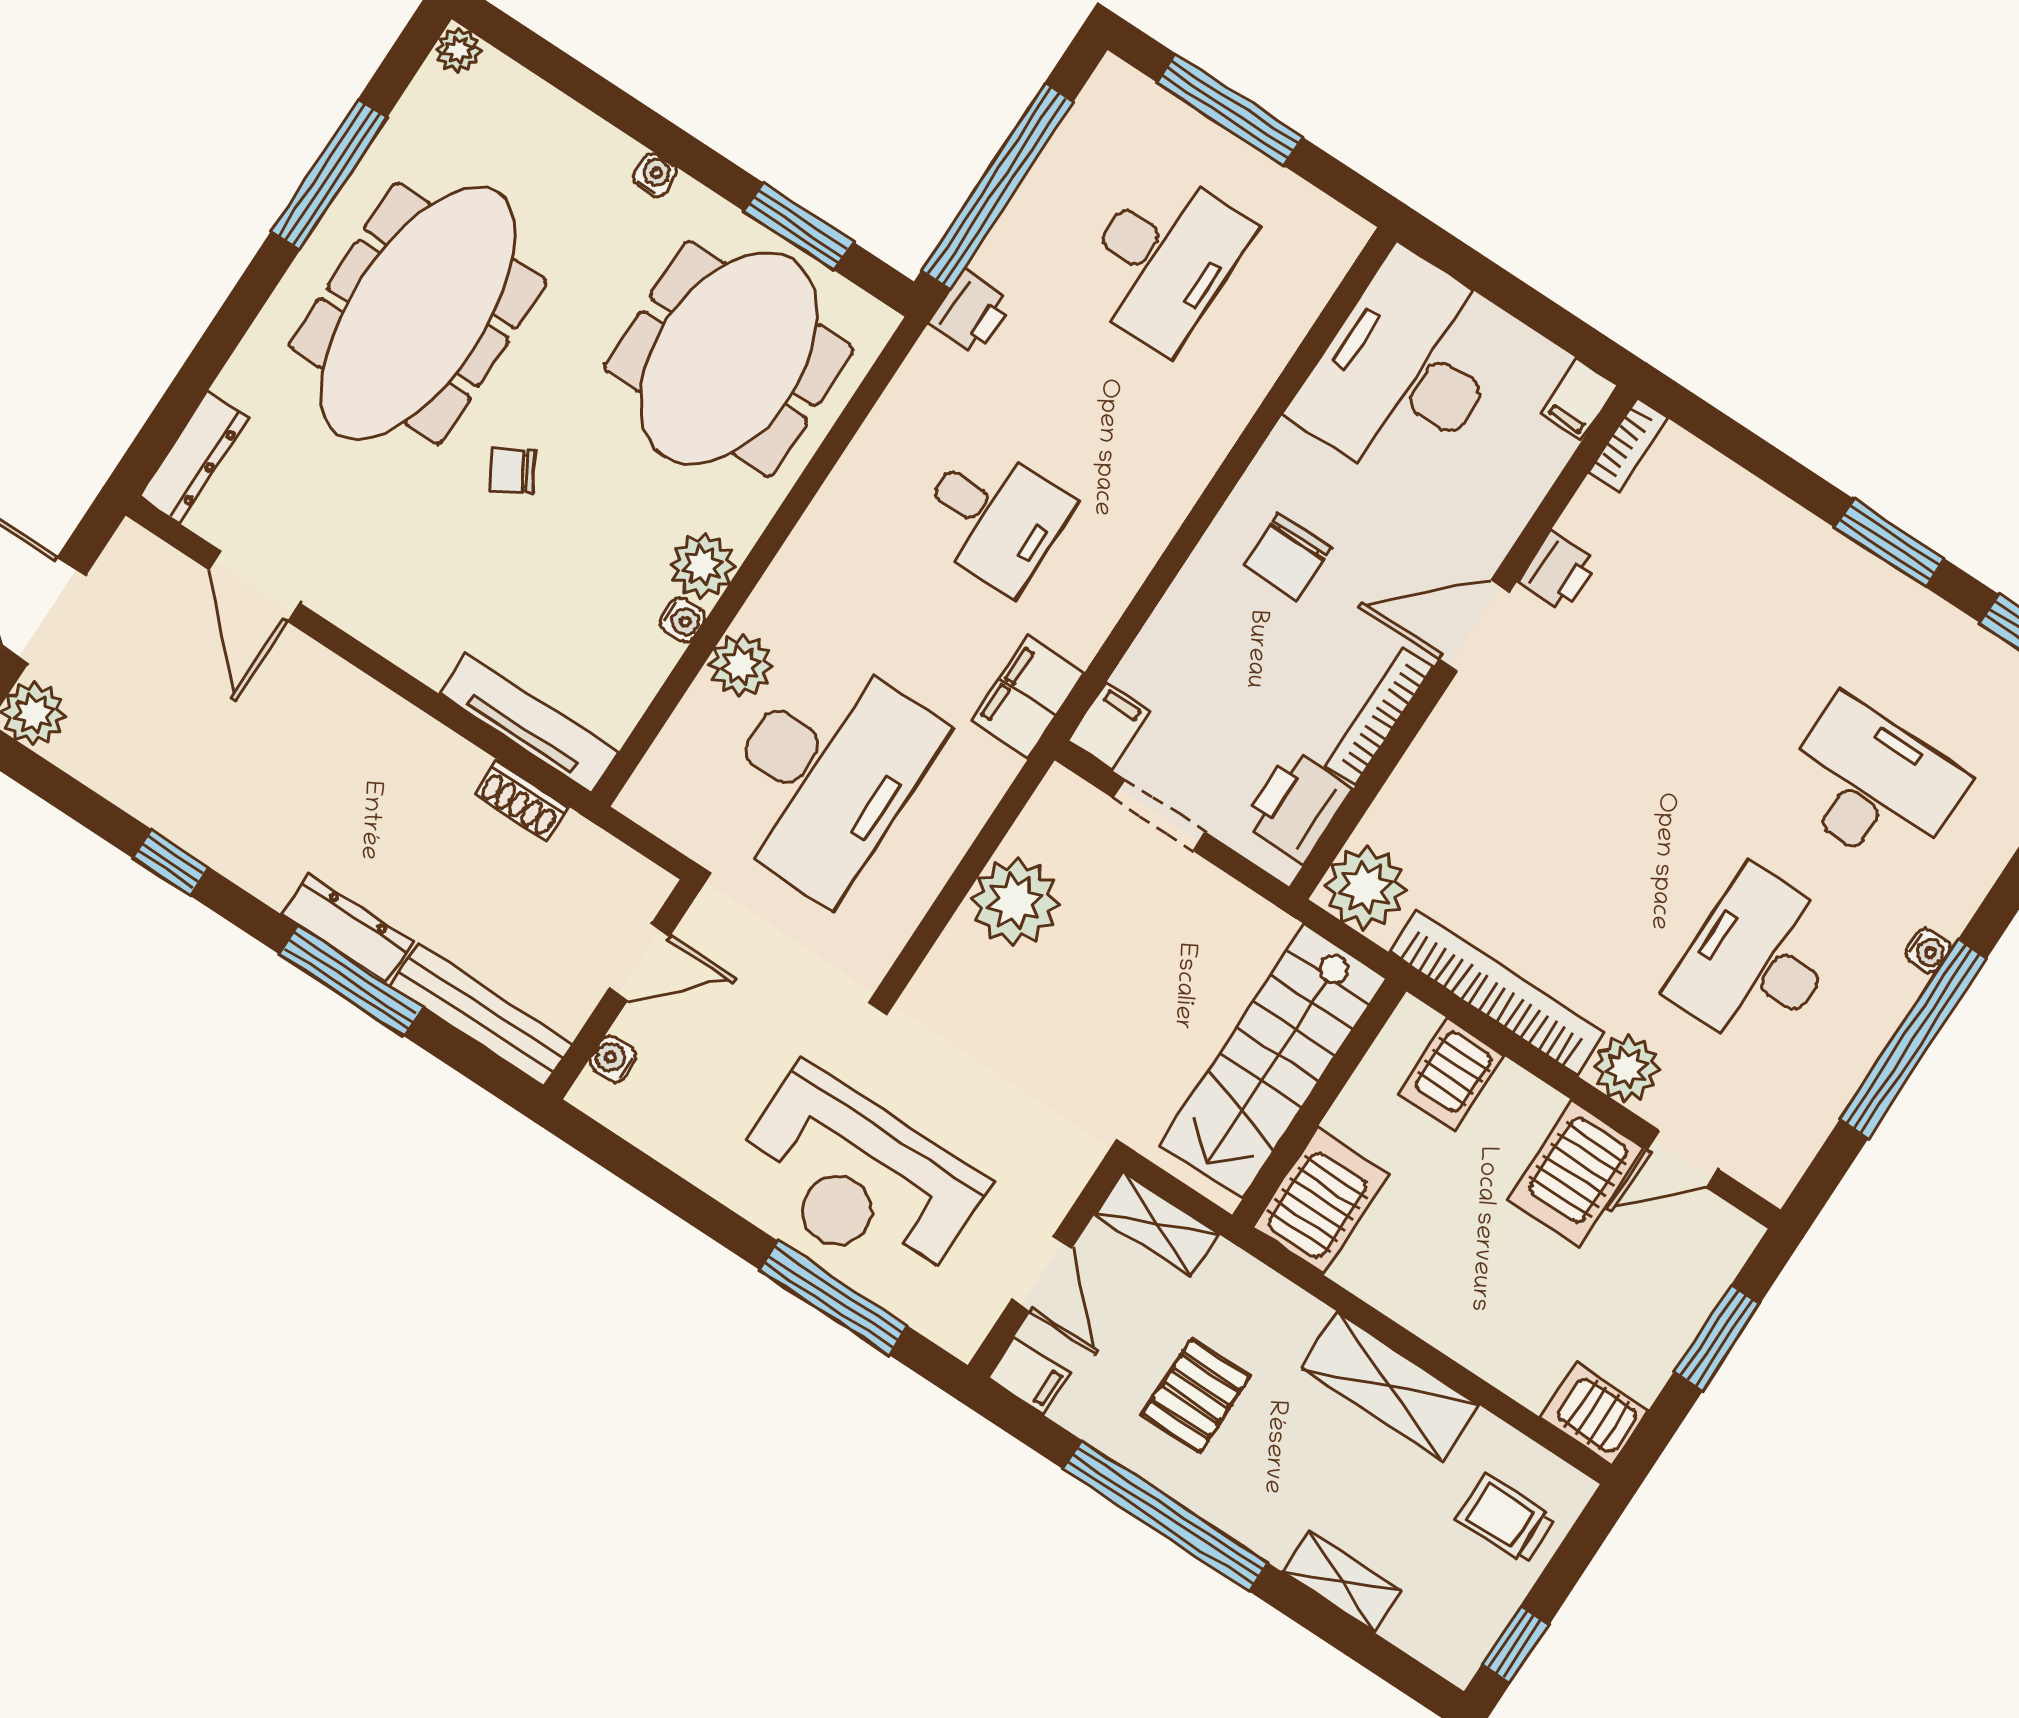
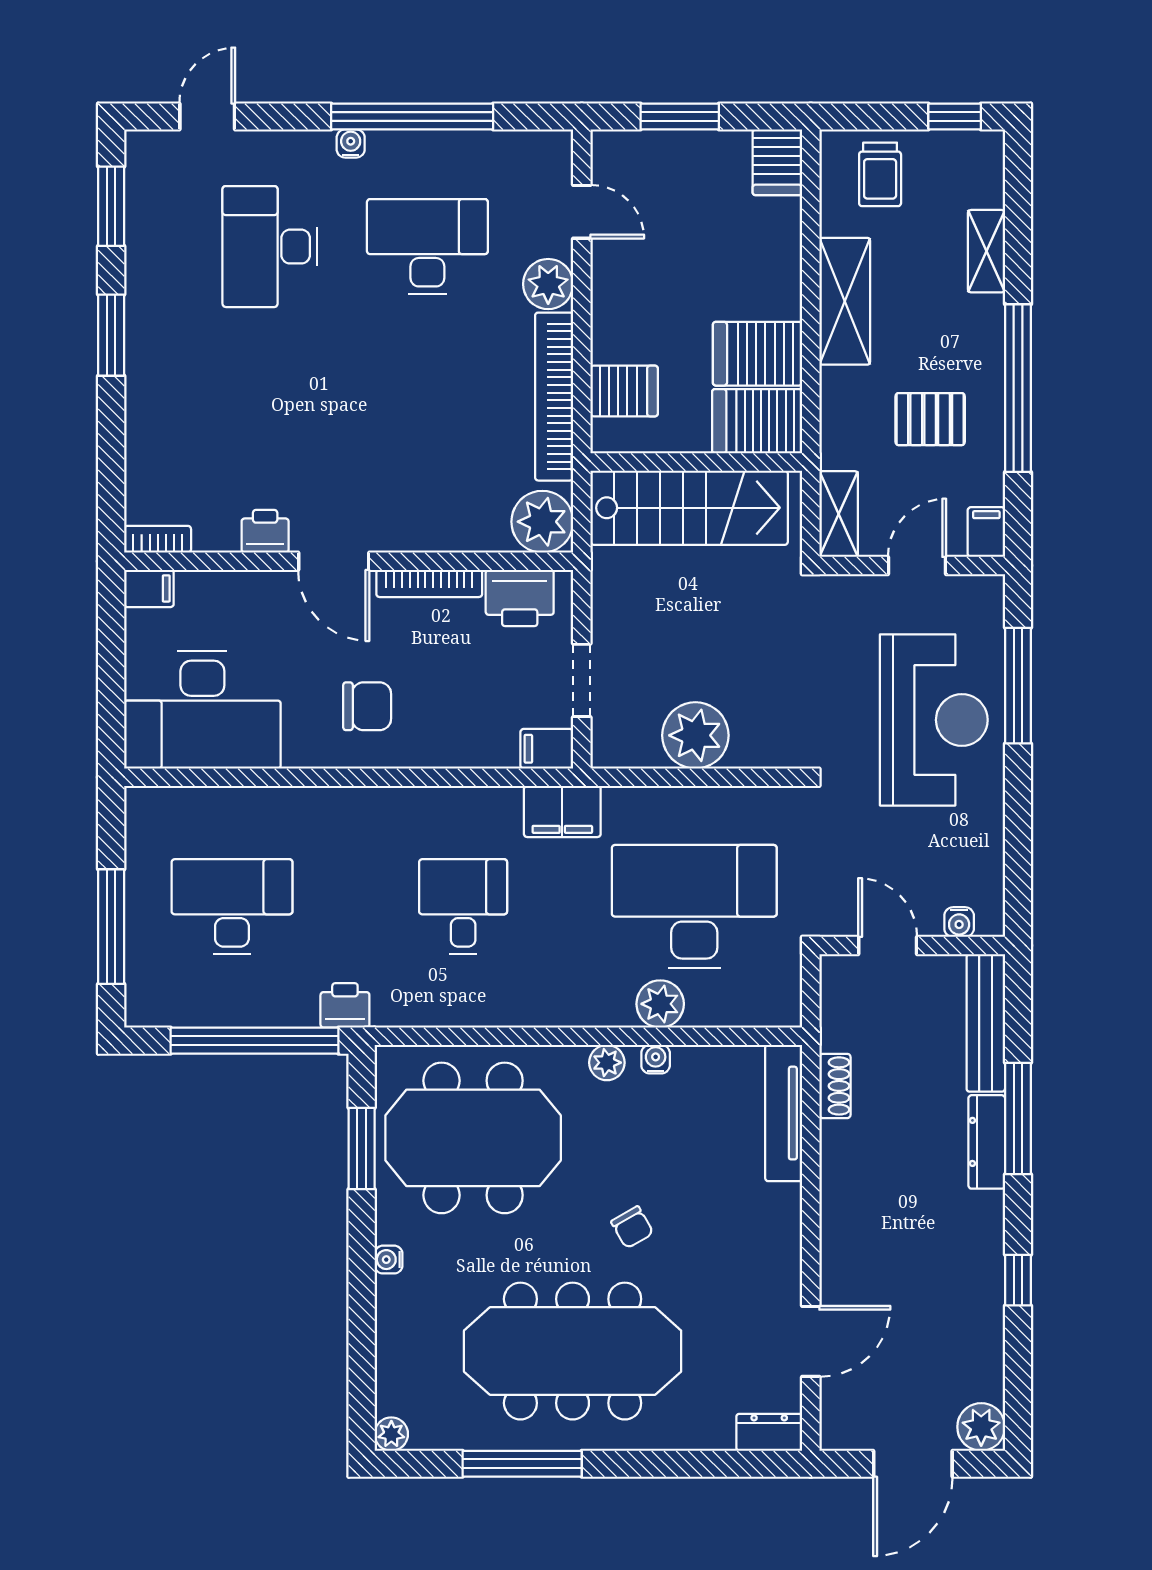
dresser: (194, 457) -> (769, 1432), width x0.70
plant: (702, 566) -> (607, 1063), width x0.73, depth x0.73
desk: (1757, 961) -> (427, 247), turned 180
server rack: (1576, 1174) -> (757, 354), moved, turned 180

